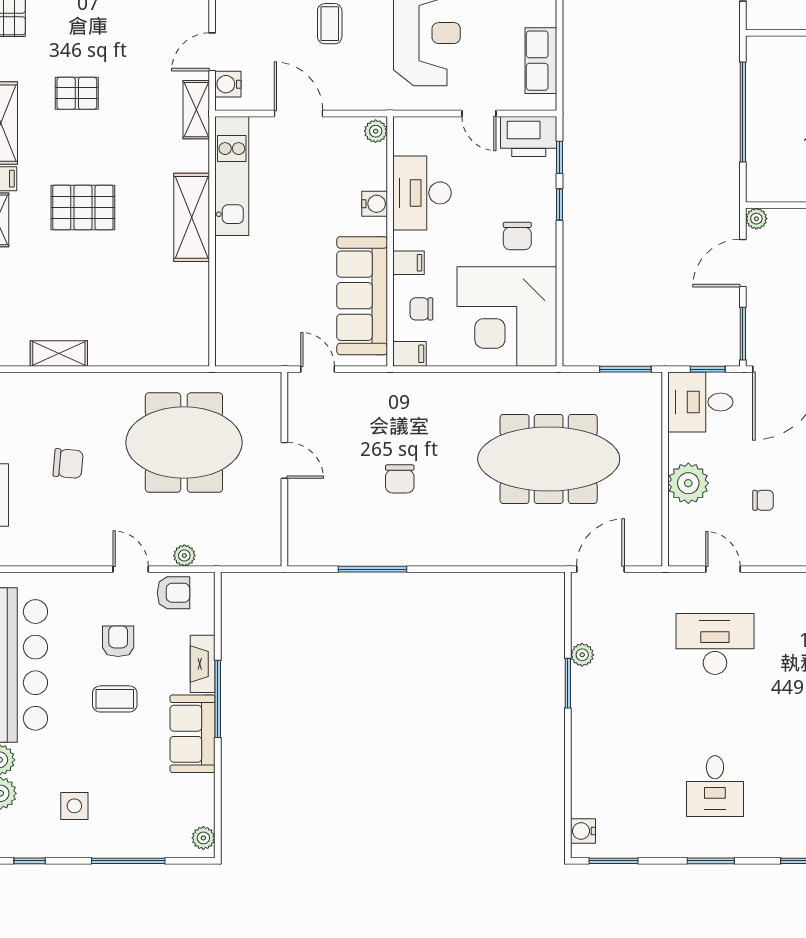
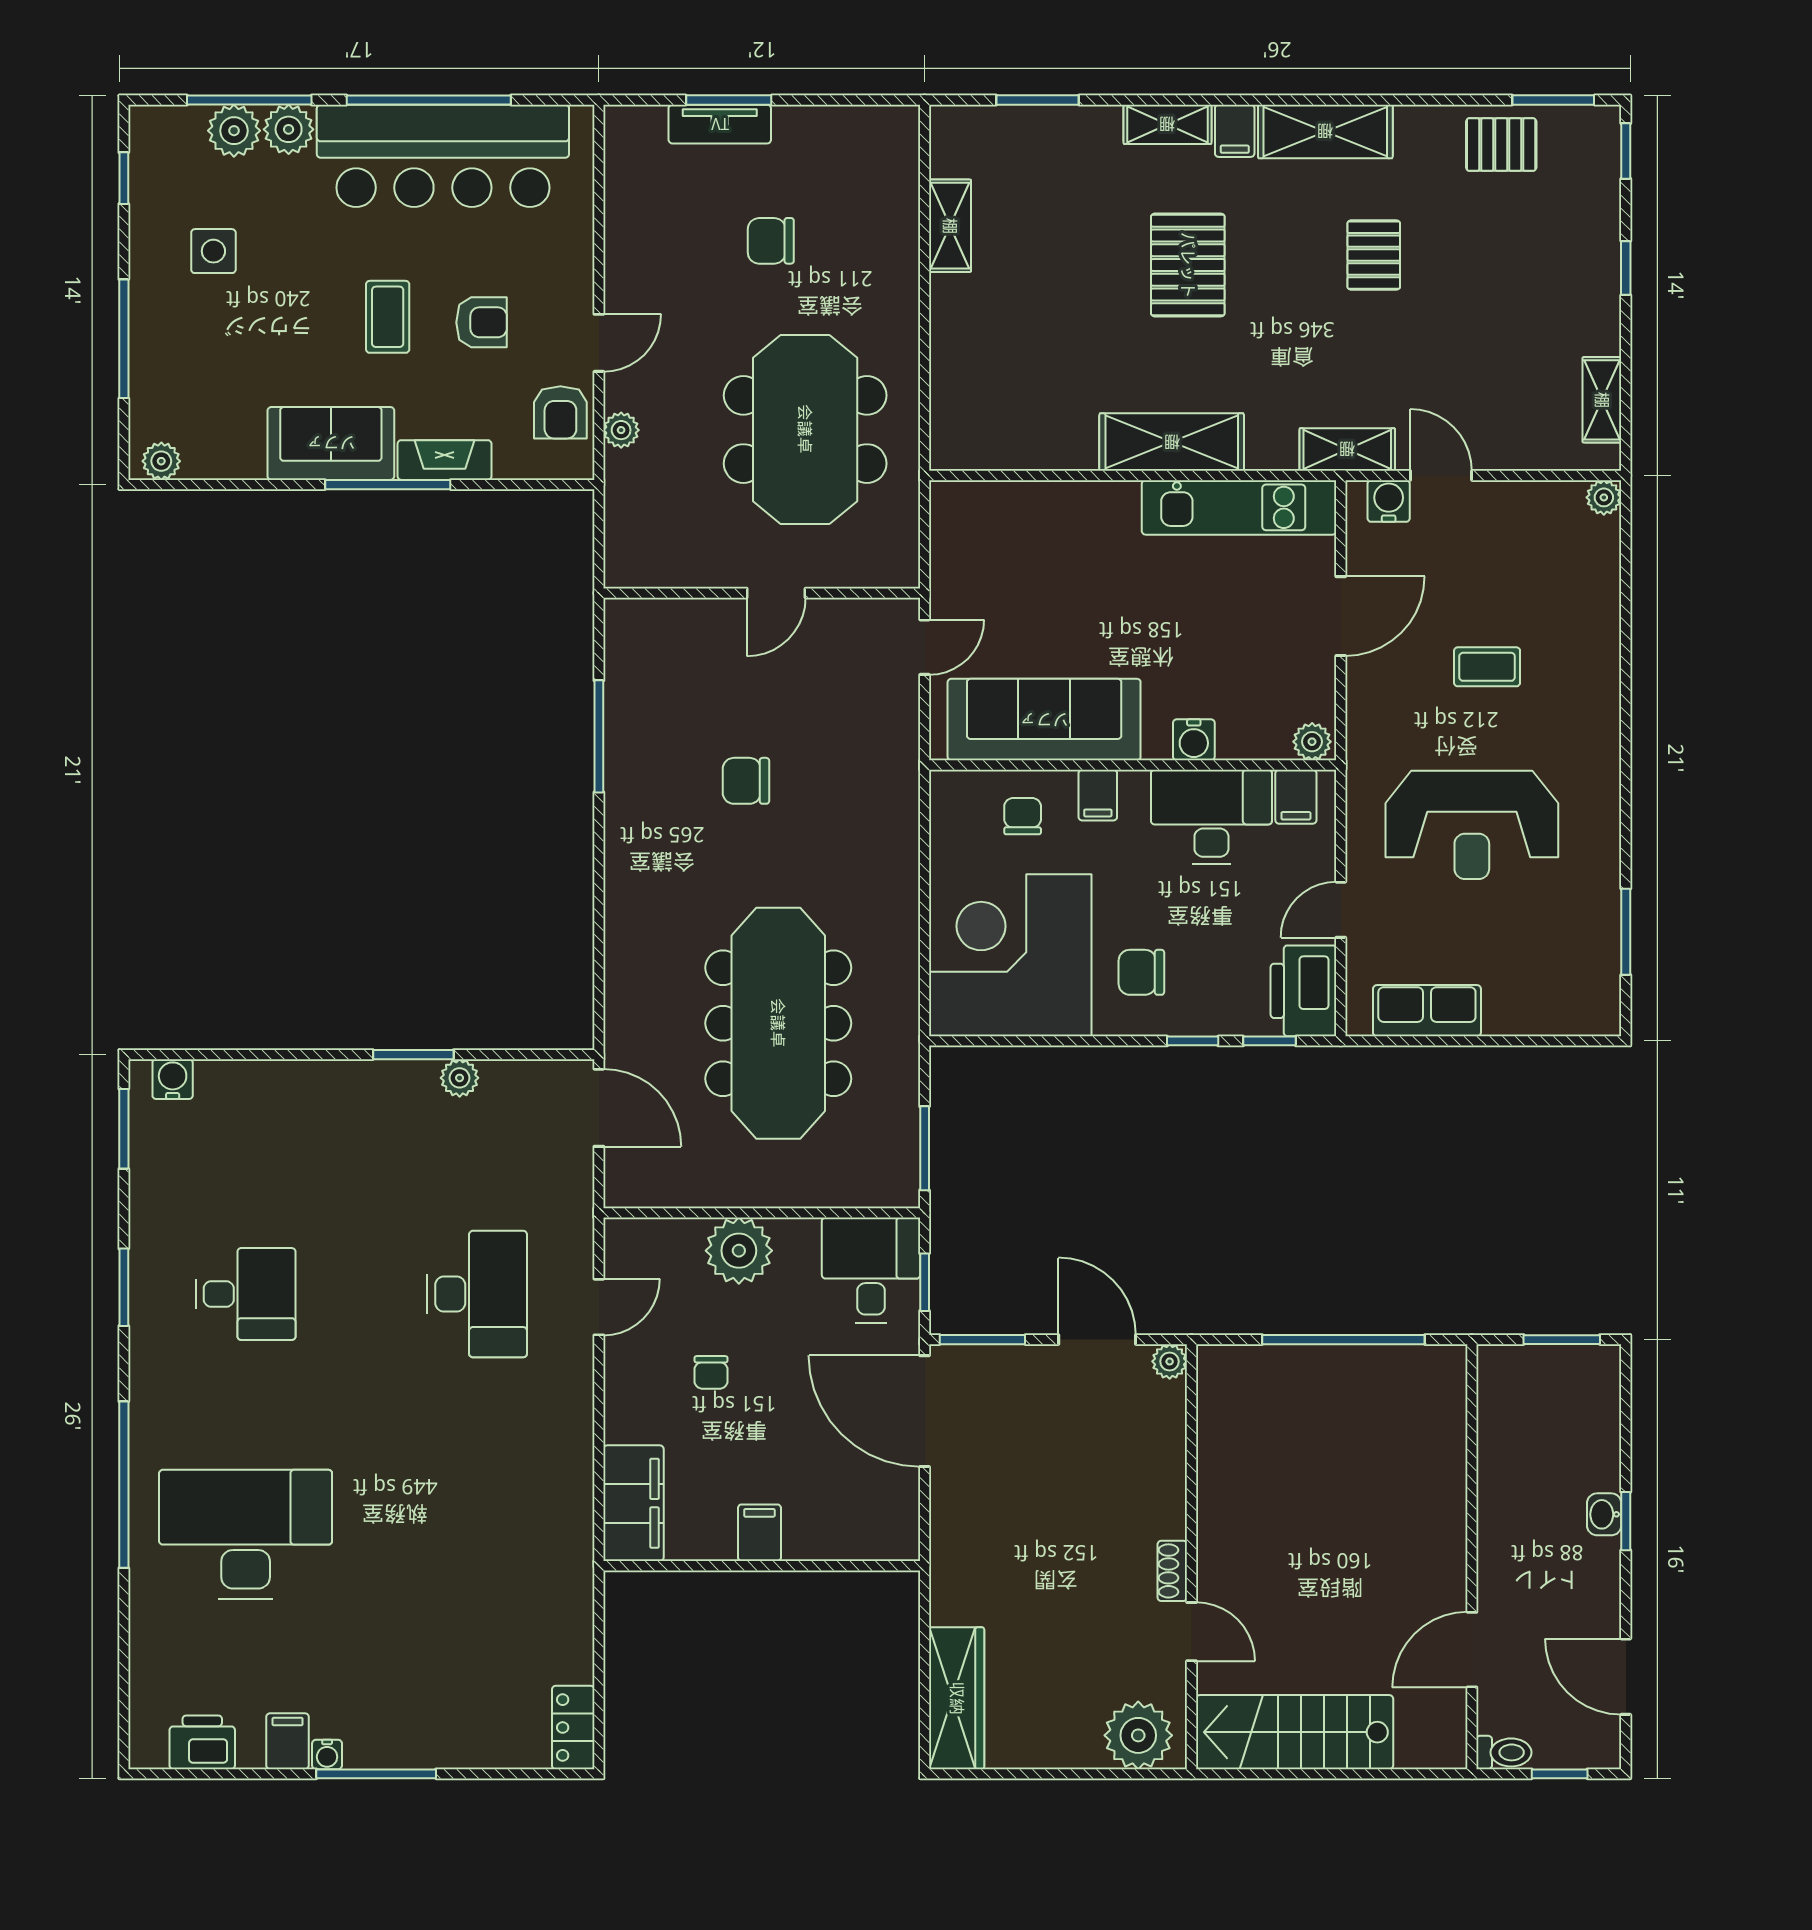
filing cabinet: (410, 354) -> (1296, 797), moved
chair: (68, 464) -> (771, 241), turned 85
desk: (715, 786) -> (246, 1294), turned 180

